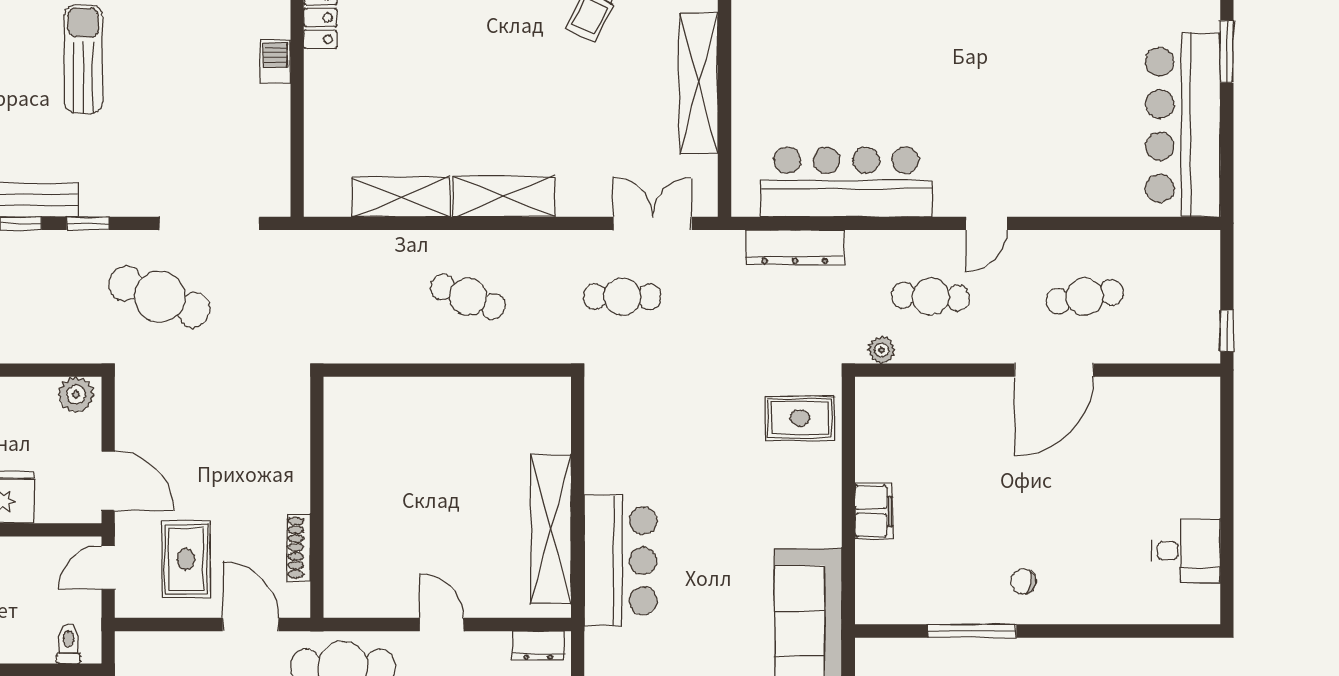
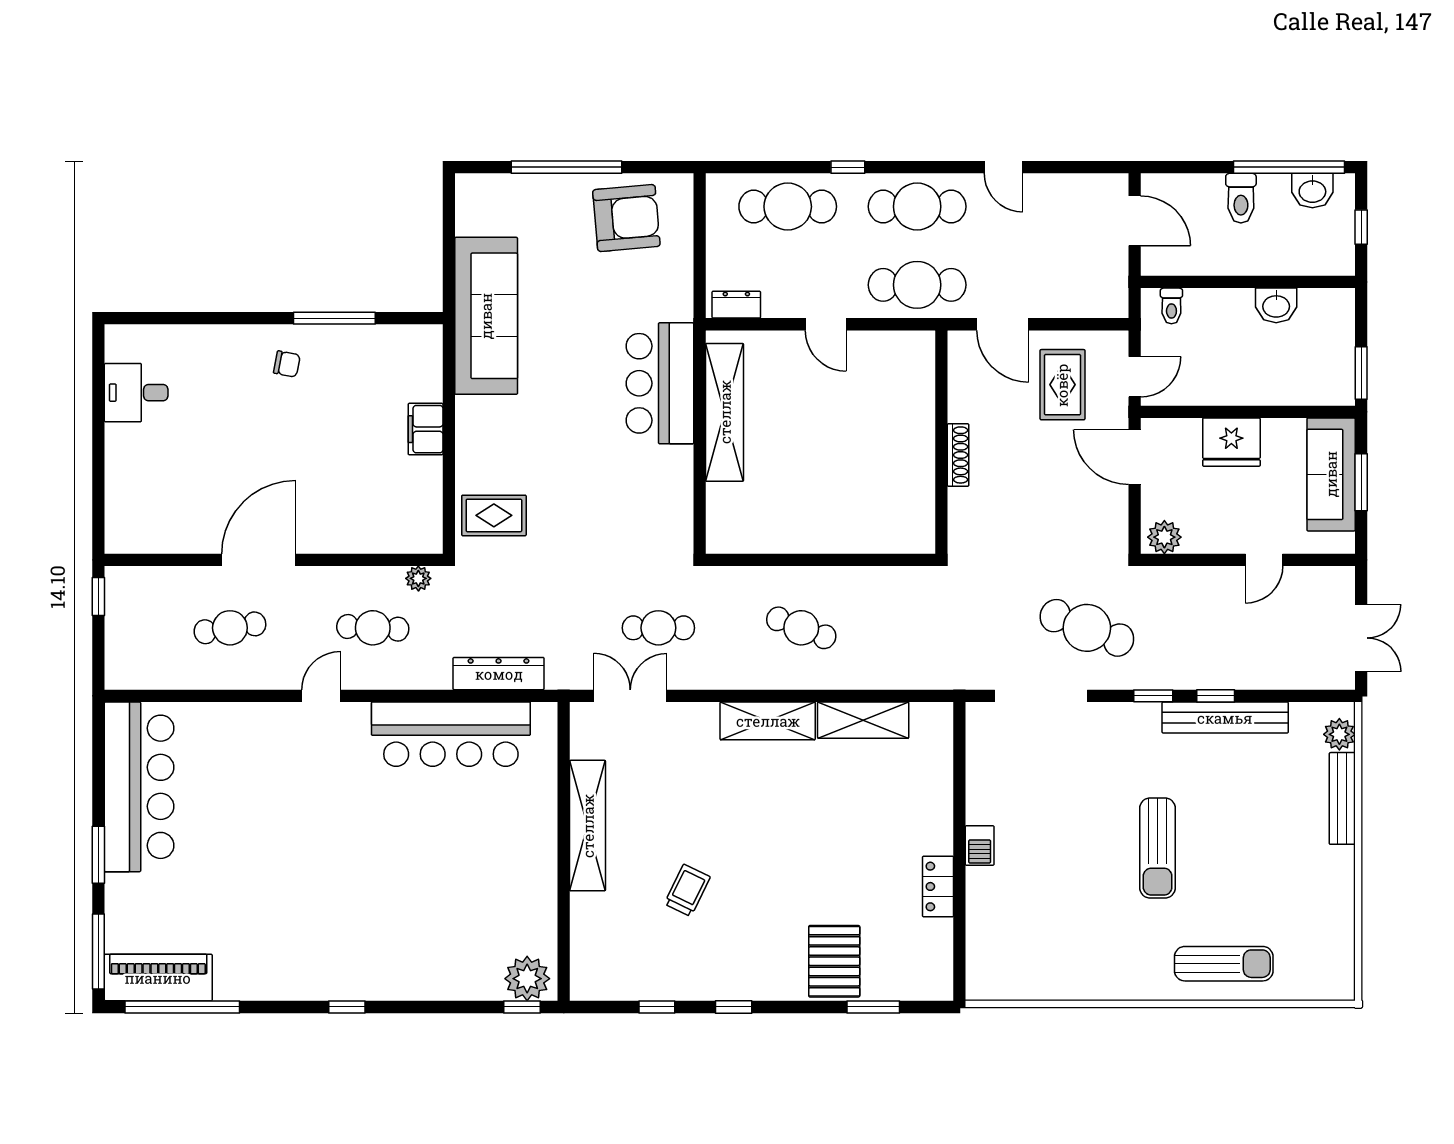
double door: (652, 223) -> (630, 696), swing flipped
shoe rack: (299, 548) -> (958, 455), moved

